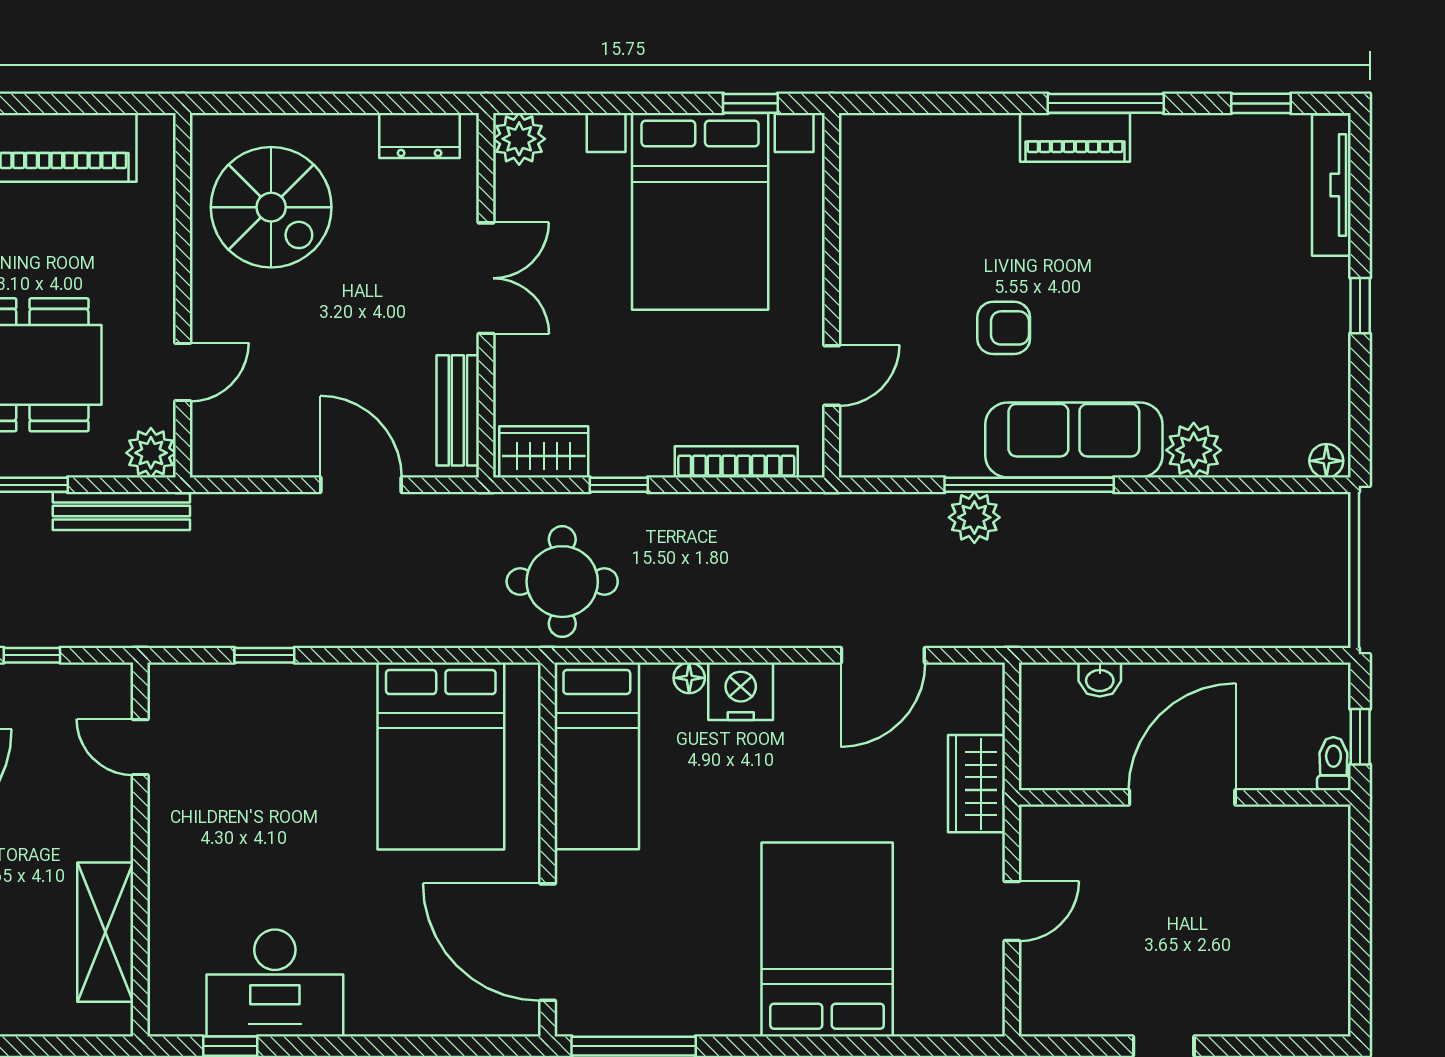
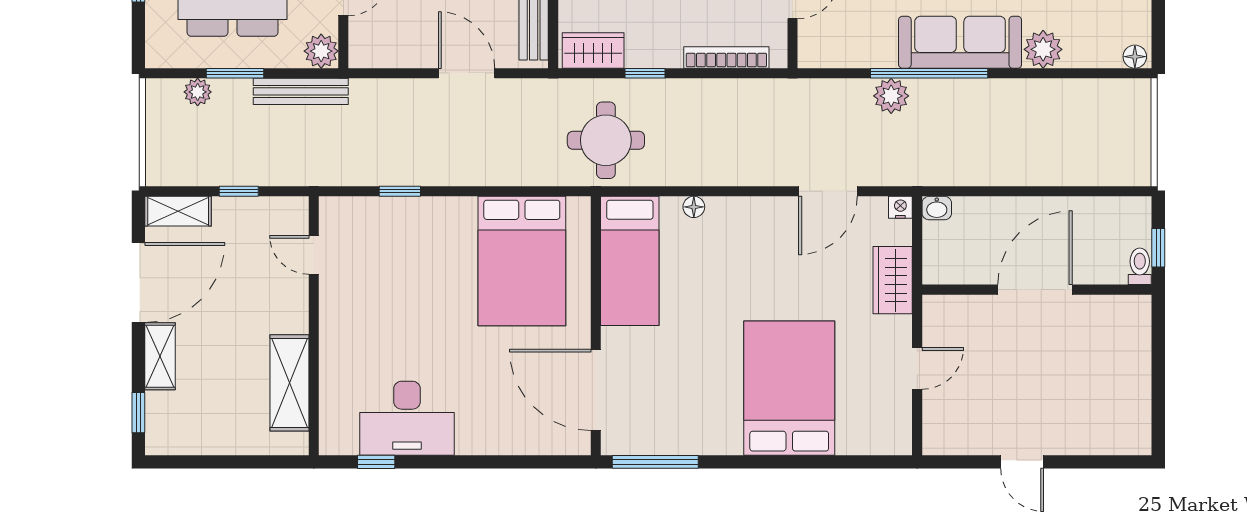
washbasin: (1100, 679) -> (937, 208), moved
nightstand: (741, 691) -> (900, 207), moved, width x0.53, depth x0.56

